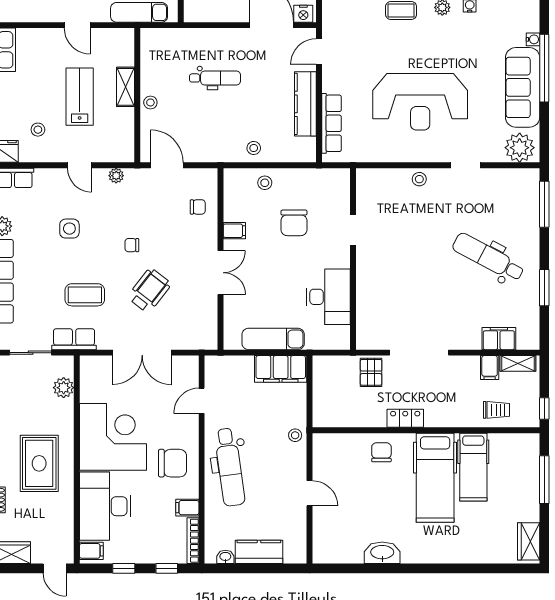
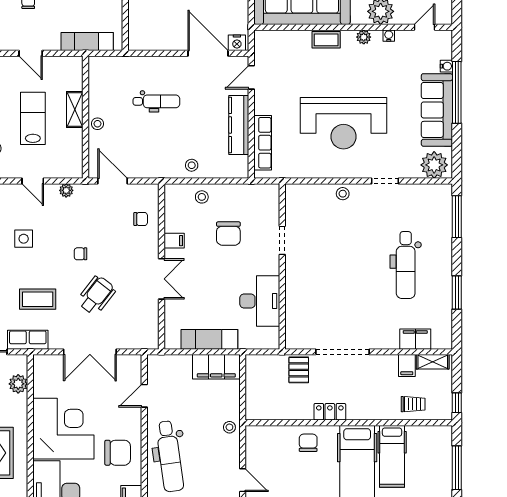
dental chair: (488, 257) -> (406, 265), turned -118

